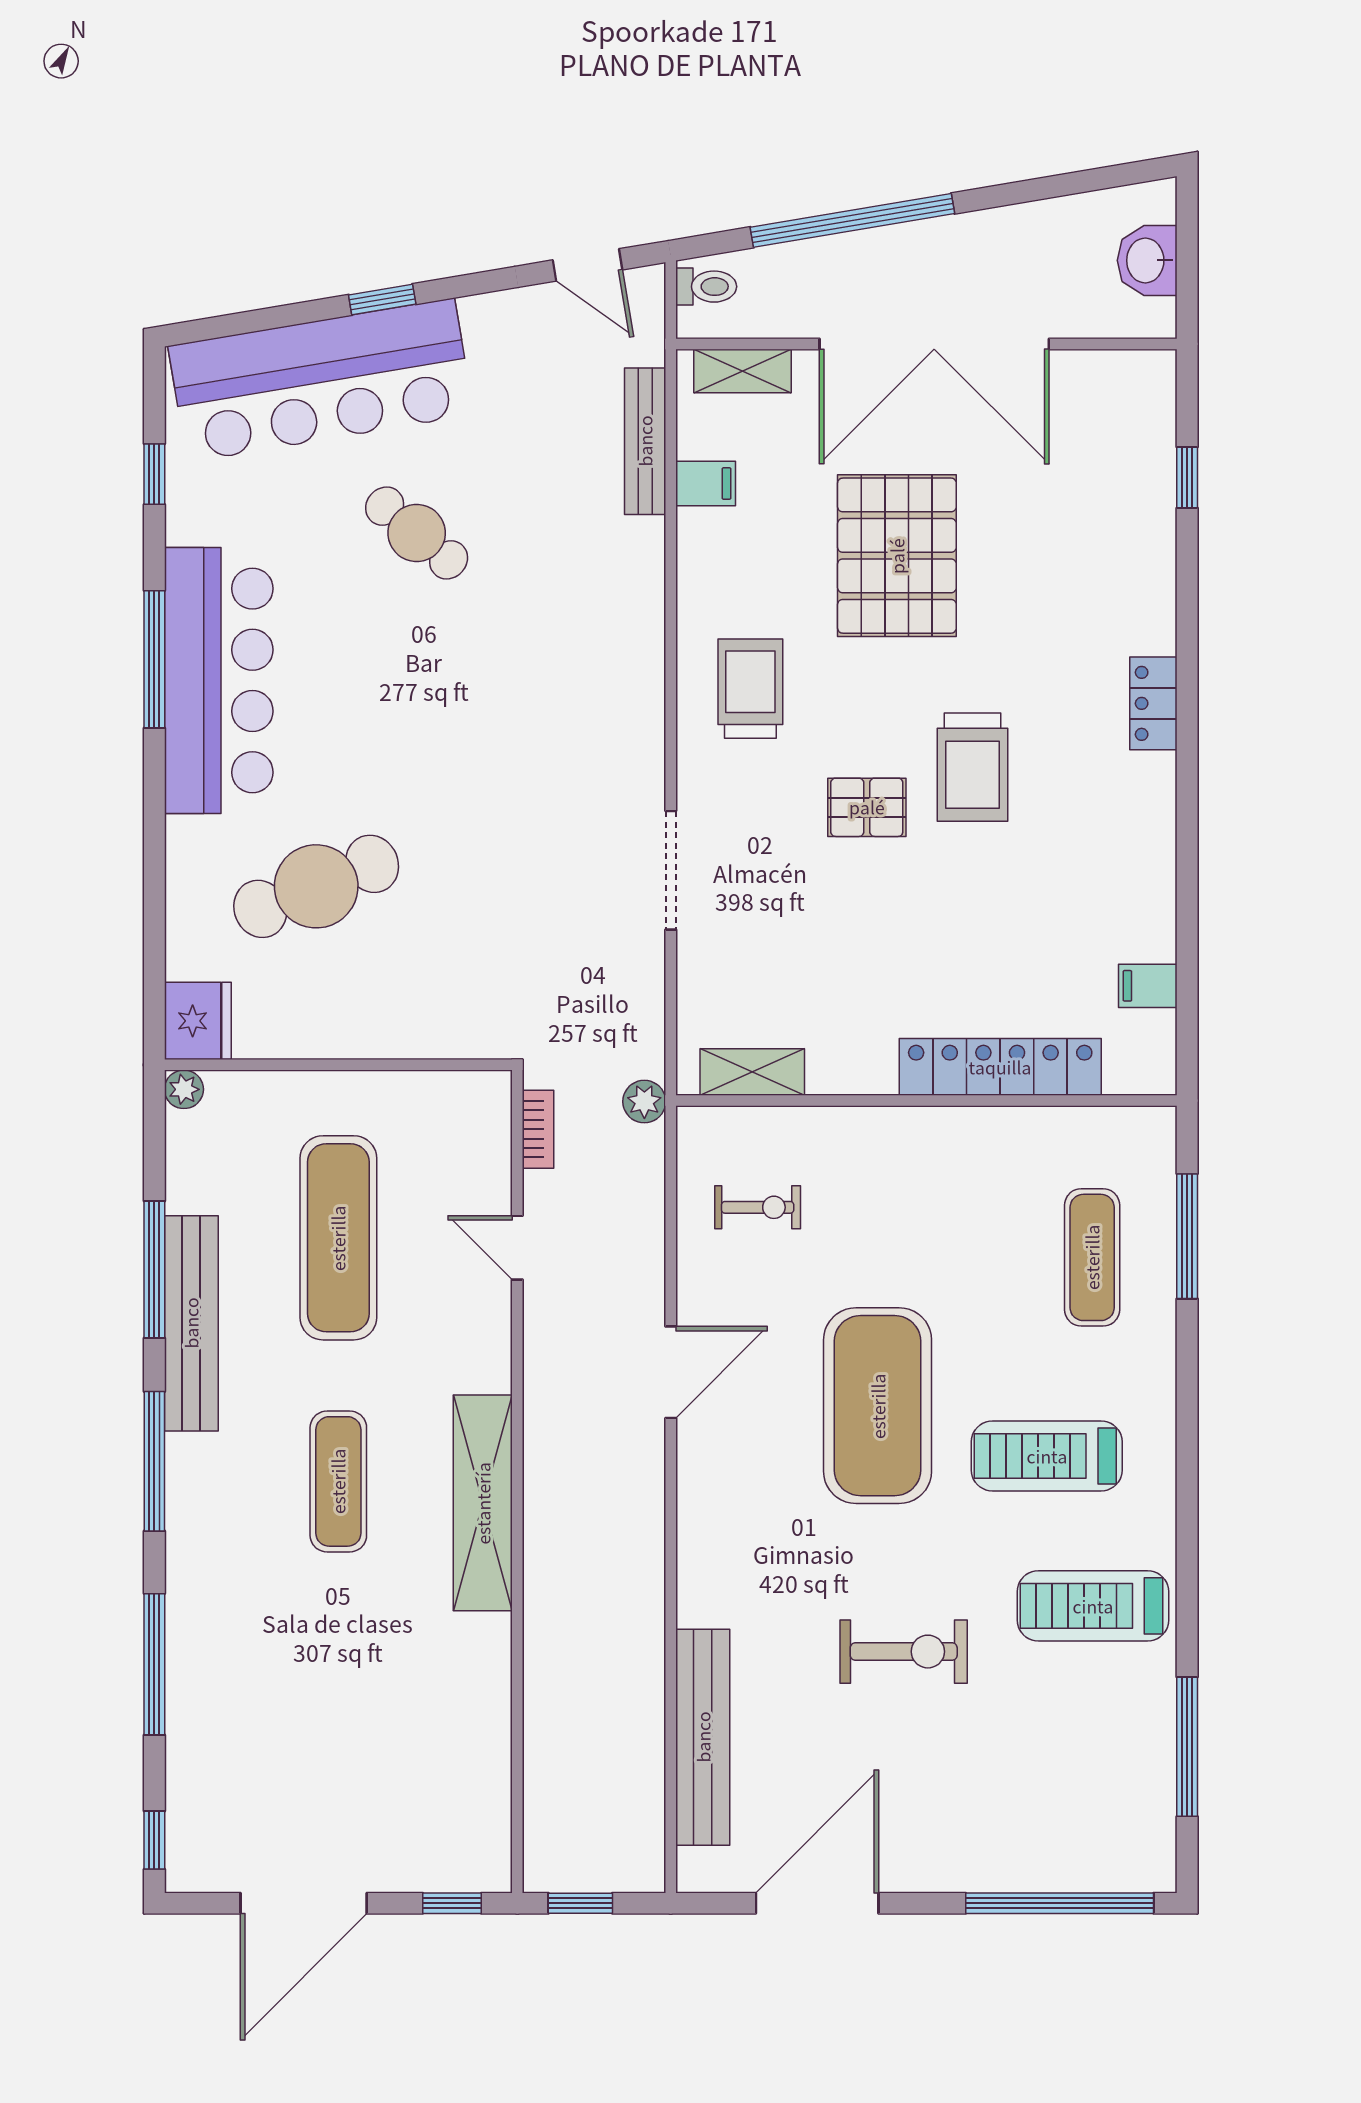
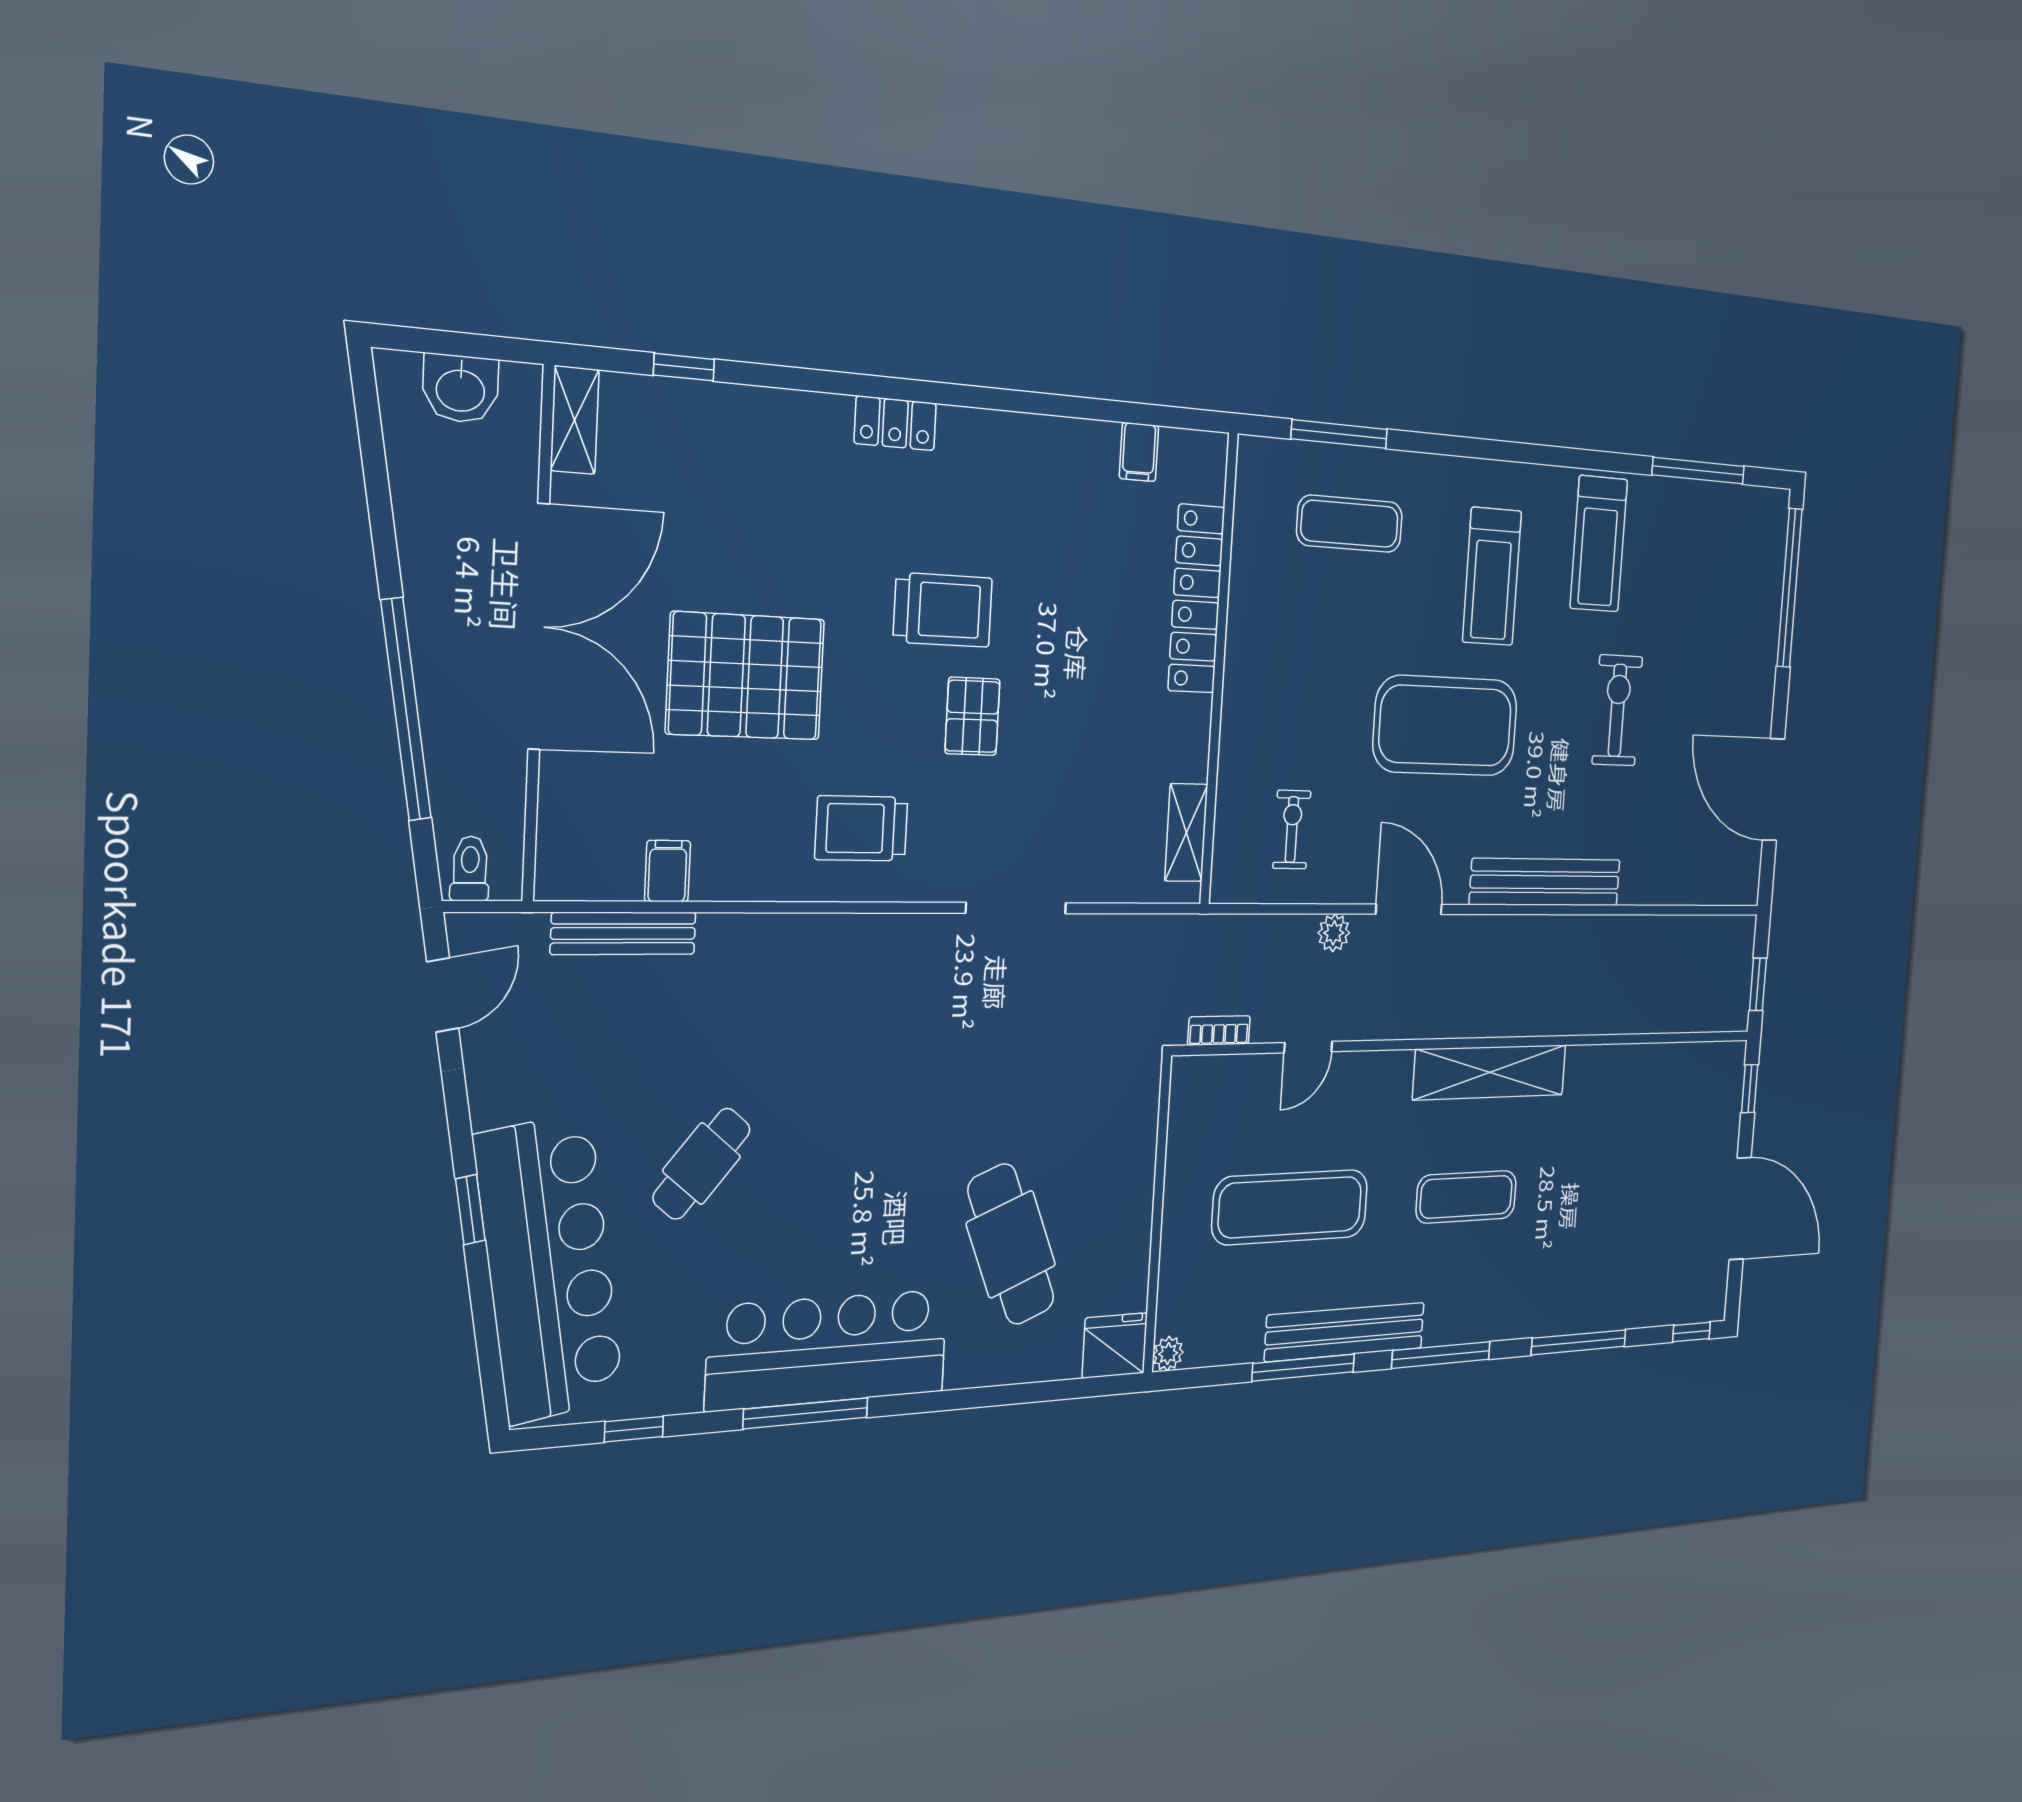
shelving: (742, 371) -> (575, 420), moved
plant: (644, 1102) -> (1334, 933), moved
bench: (703, 1737) -> (1545, 882), moved

